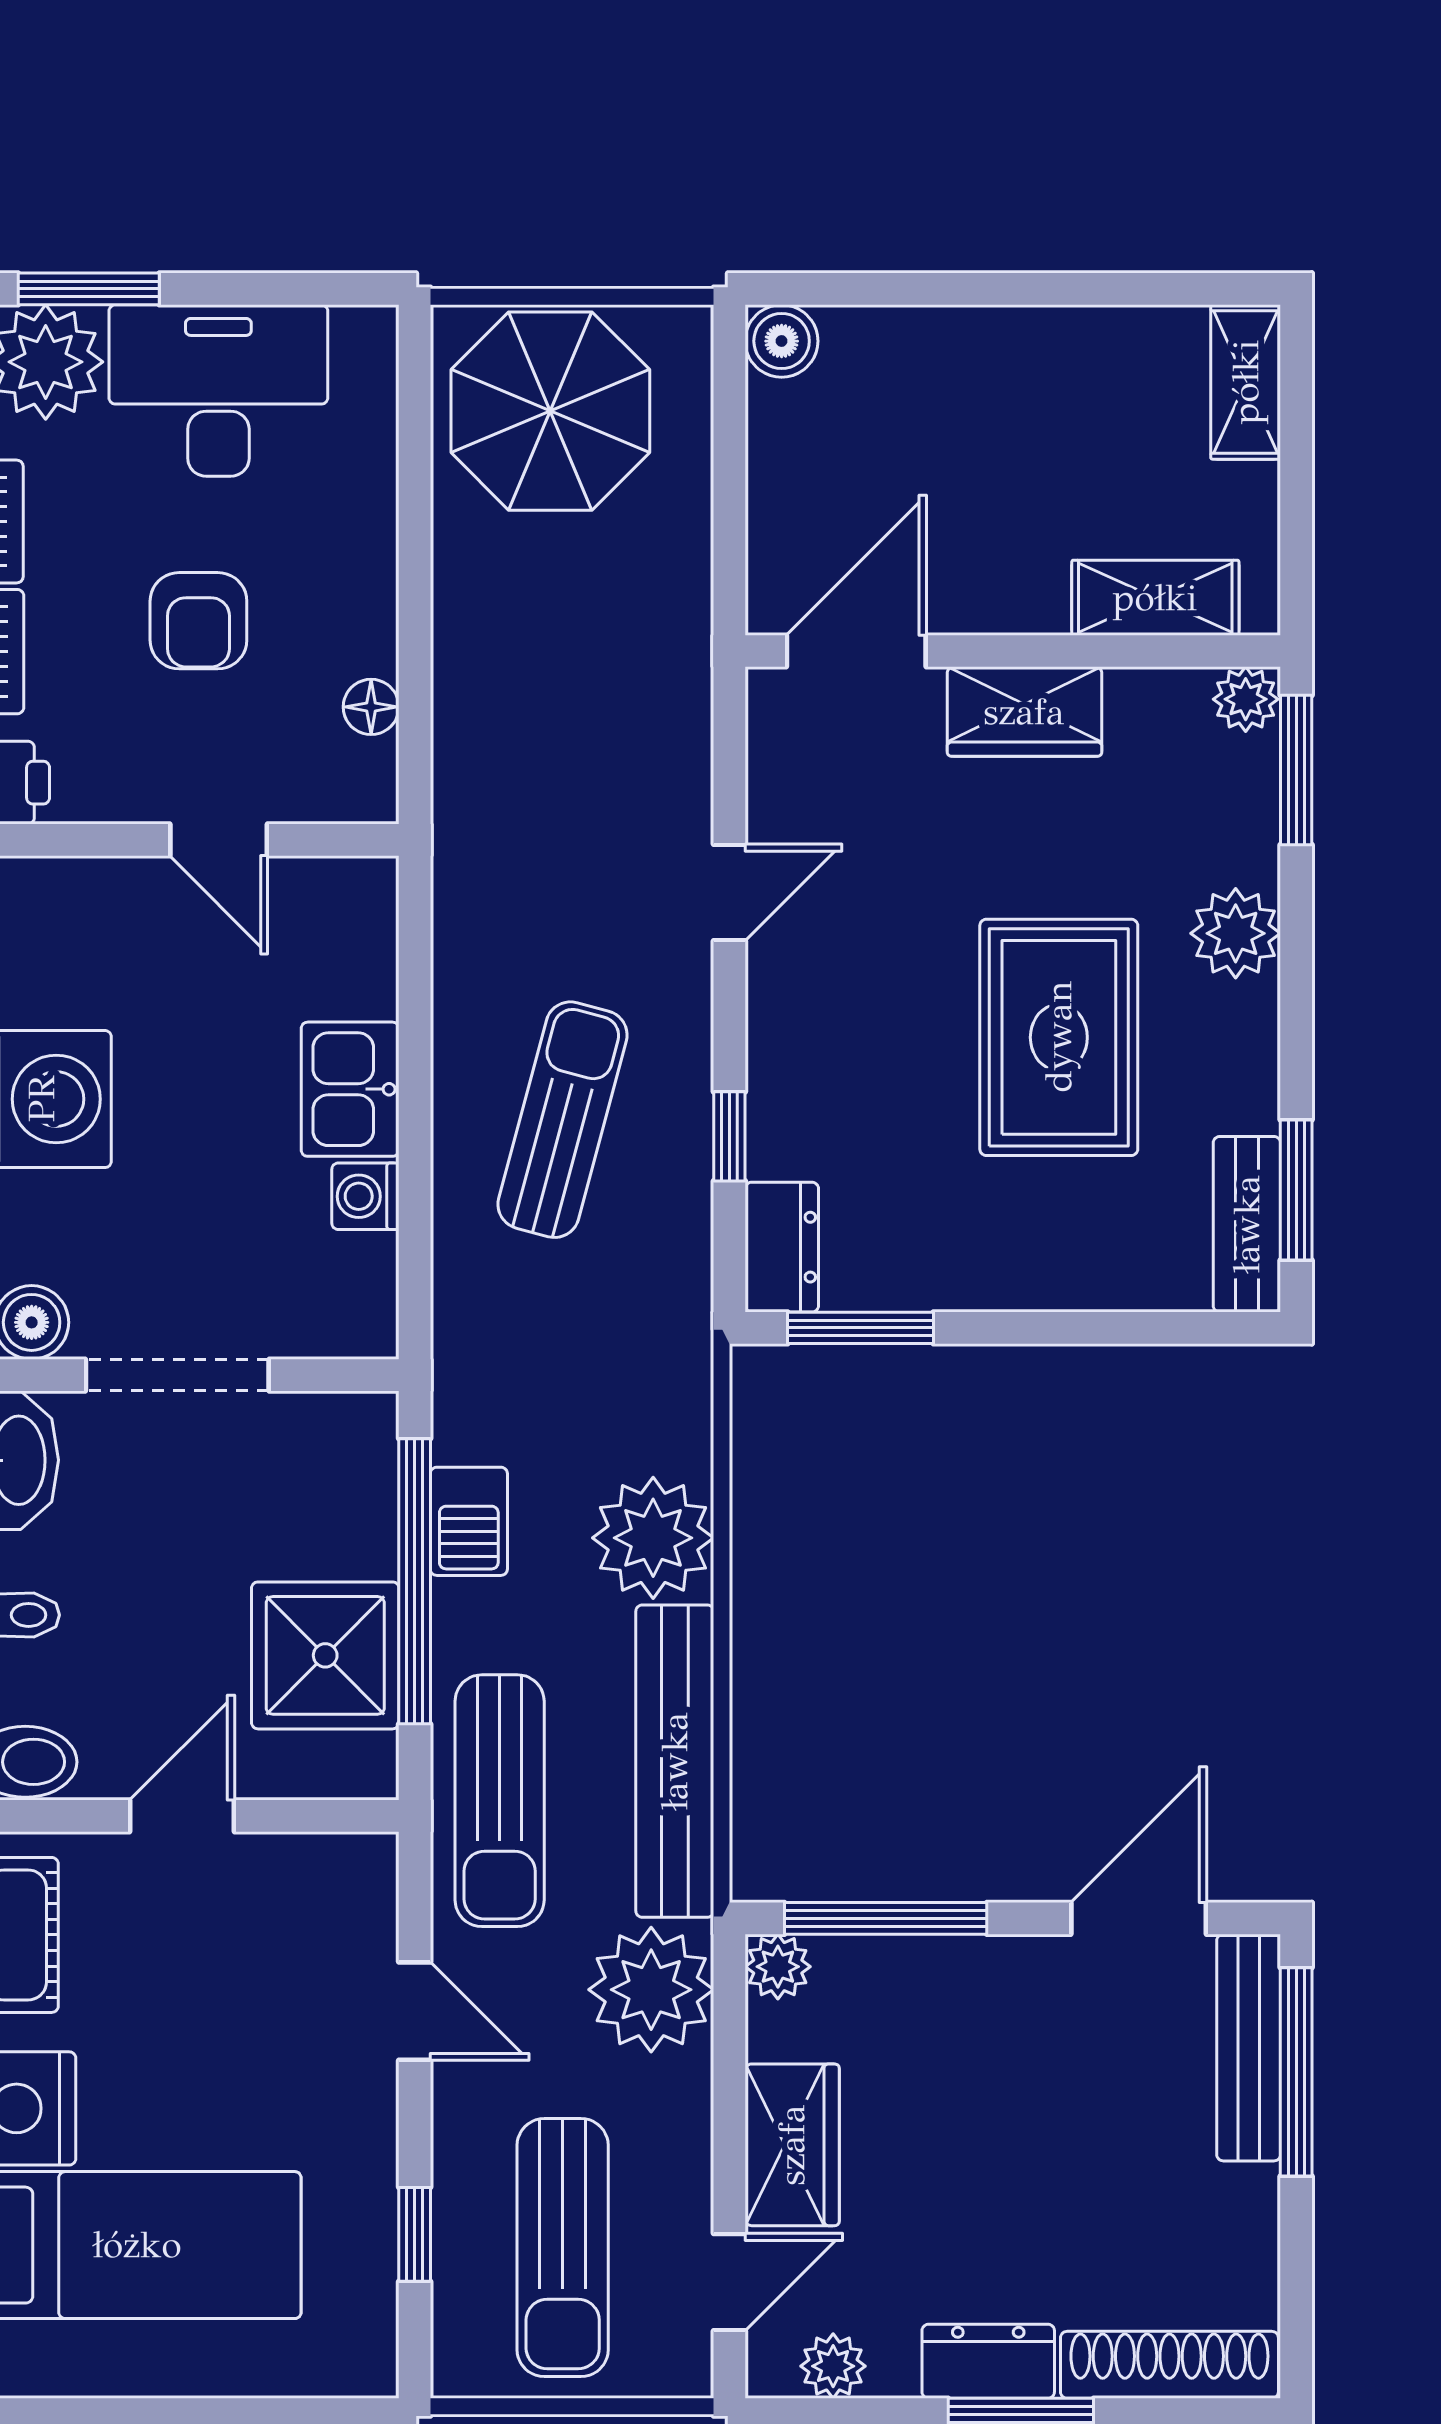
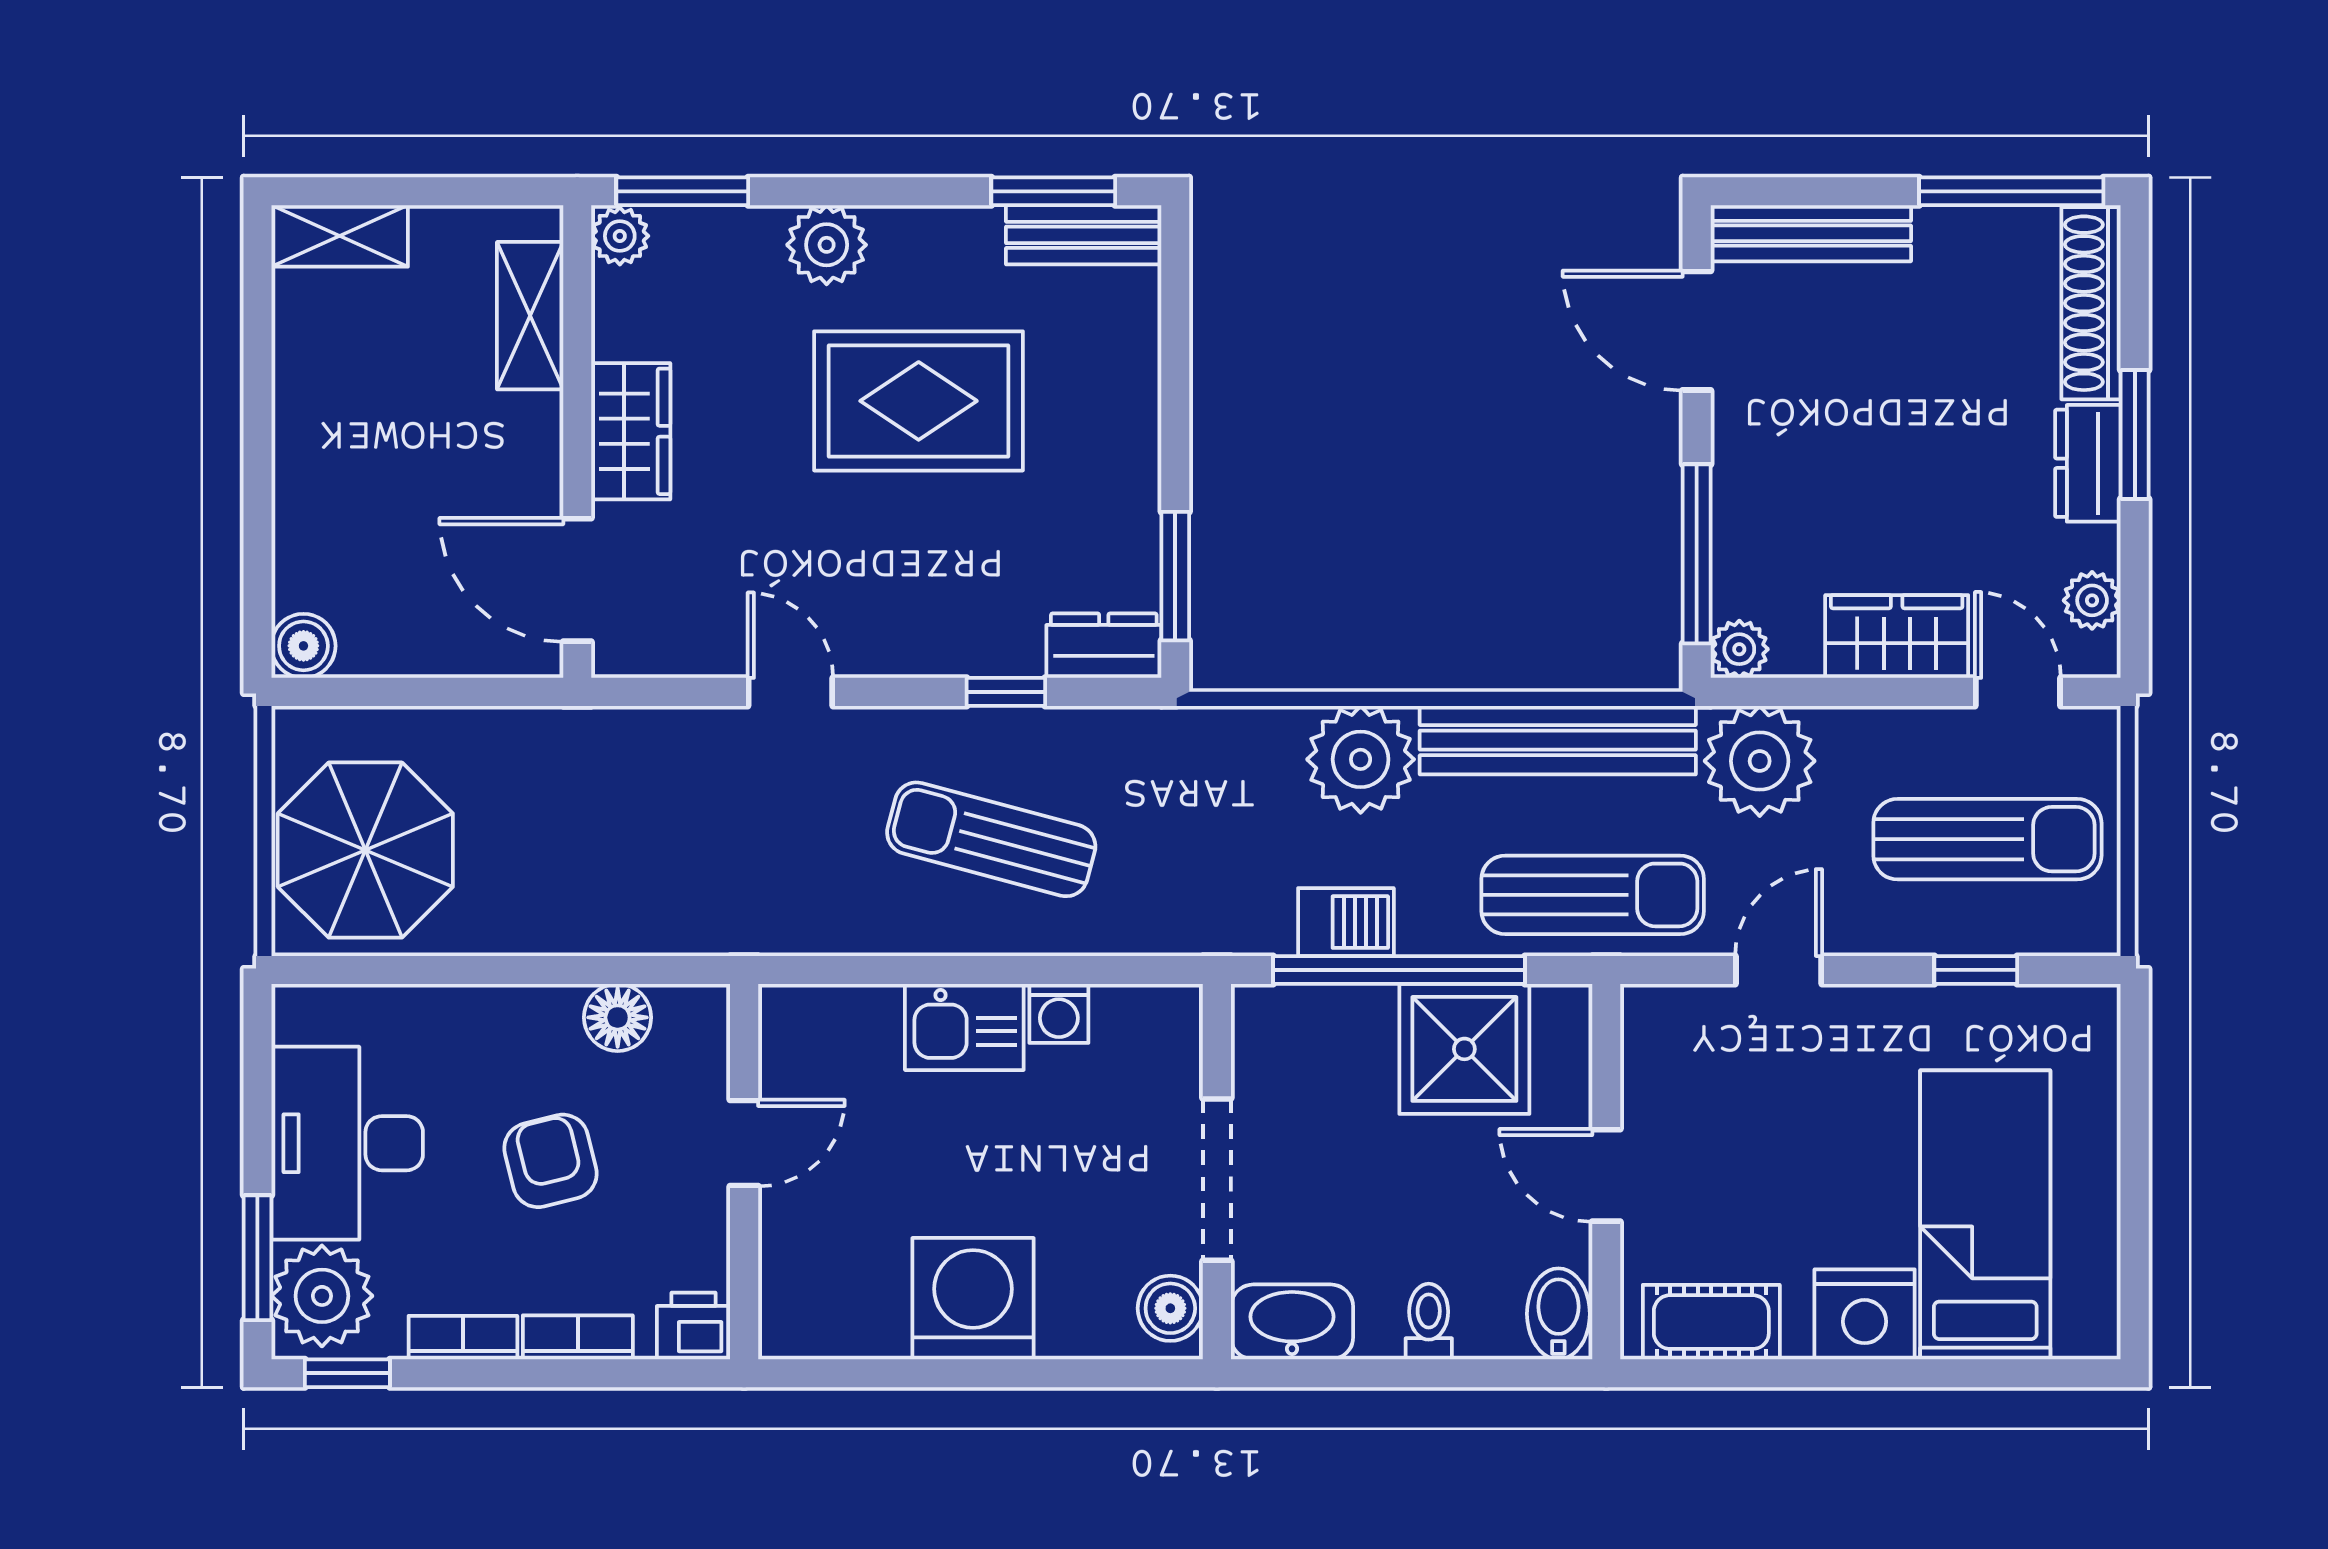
armchair: (198, 621) -> (550, 1161), turned -104
floor lamp: (371, 707) -> (618, 1017), width x1.37, depth x1.37
window: (1296, 2072) -> (2011, 191), moved

